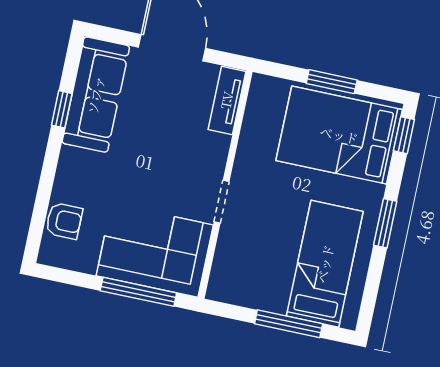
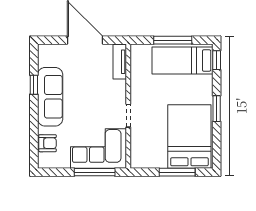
window: (332, 82) -> (173, 40), width x1.44
sofa: (96, 95) -> (50, 97), moved
bed: (339, 135) -> (183, 60), width x0.67
bed: (325, 264) -> (189, 137), width x1.50

